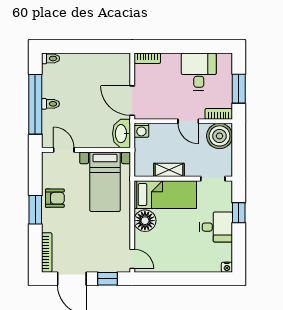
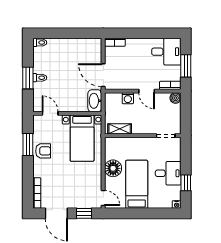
desk: (199, 72) -> (166, 52), moved, turned 90
window: (35, 104) -> (28, 78), width x0.47
washing machine: (141, 130) -> (128, 98), moved
boiler: (220, 136) -> (175, 98), width x0.54, depth x0.54
shelving: (169, 170) -> (120, 129), moved
bed: (165, 195) -> (137, 184), moved, turned -90
window: (35, 210) -> (28, 144), moved
window: (239, 213) -> (186, 183), moved

